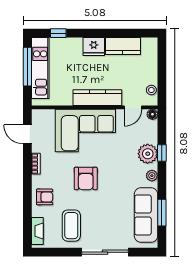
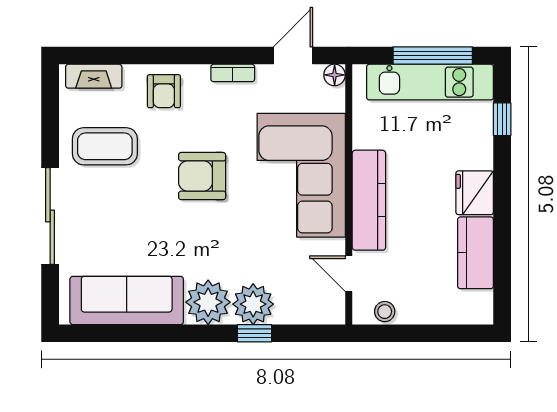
floor lamp: (152, 114) -> (335, 75), moved
plant: (152, 176) -> (208, 302), width x1.88, depth x1.88
window: (162, 213) -> (131, 333), removed

